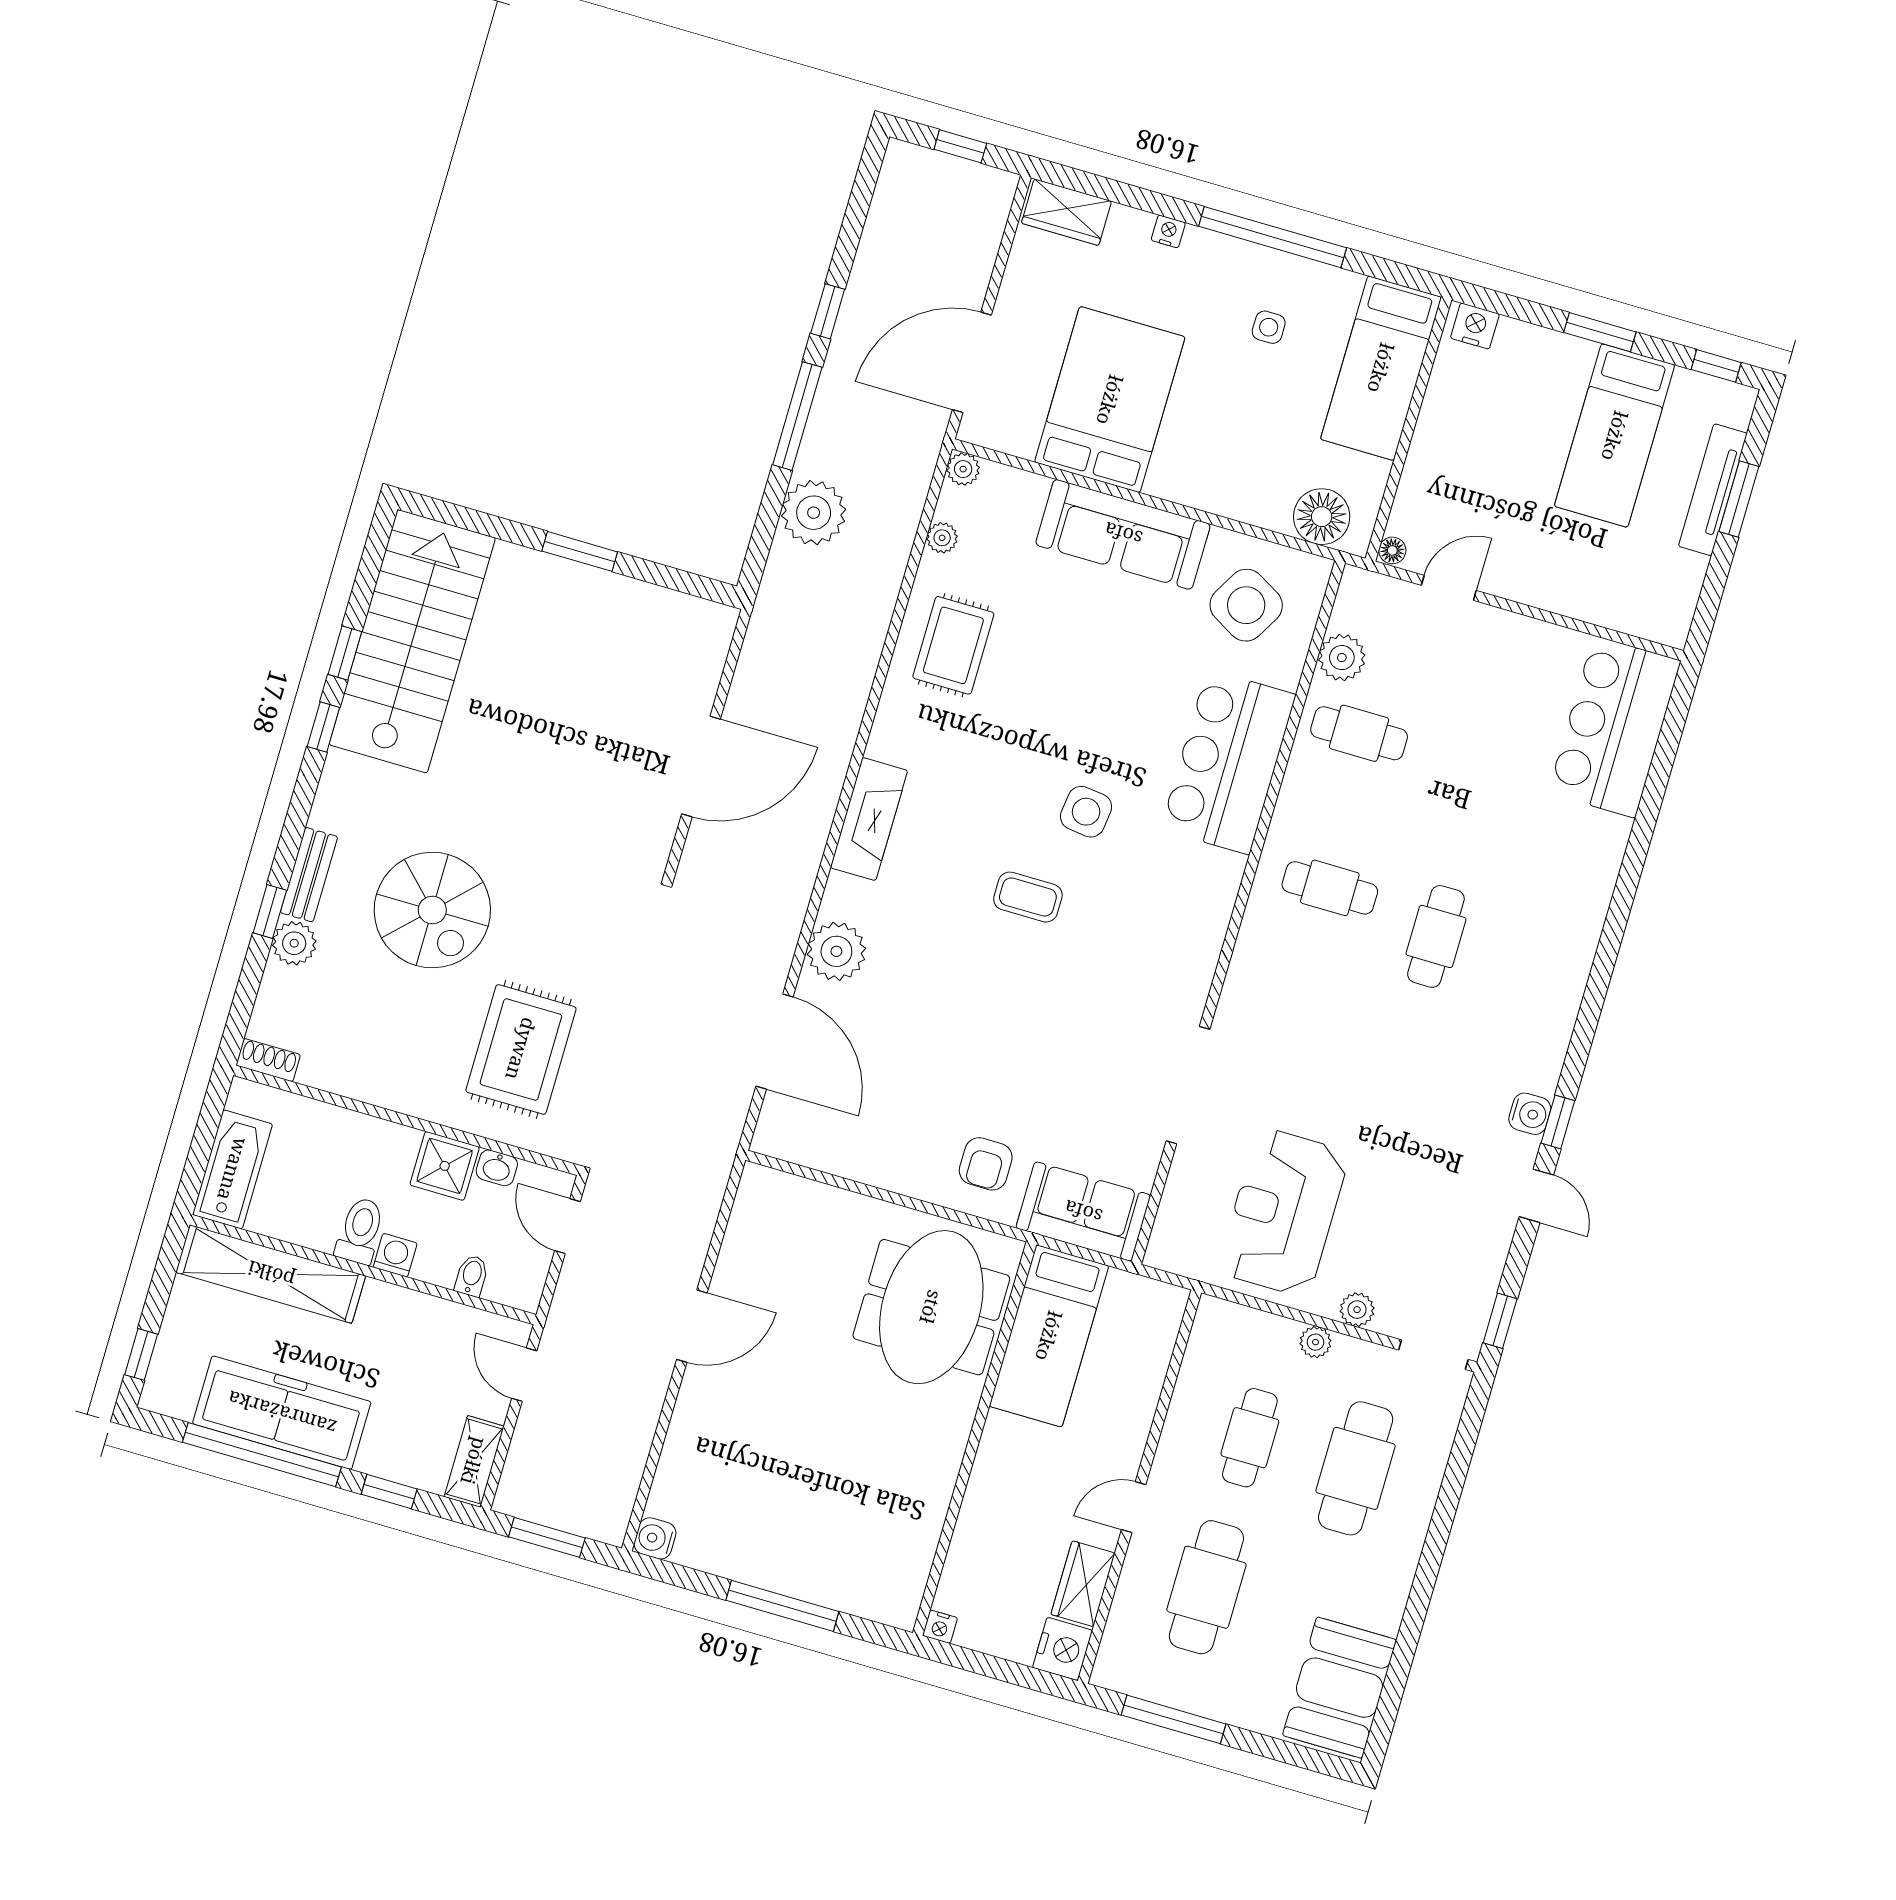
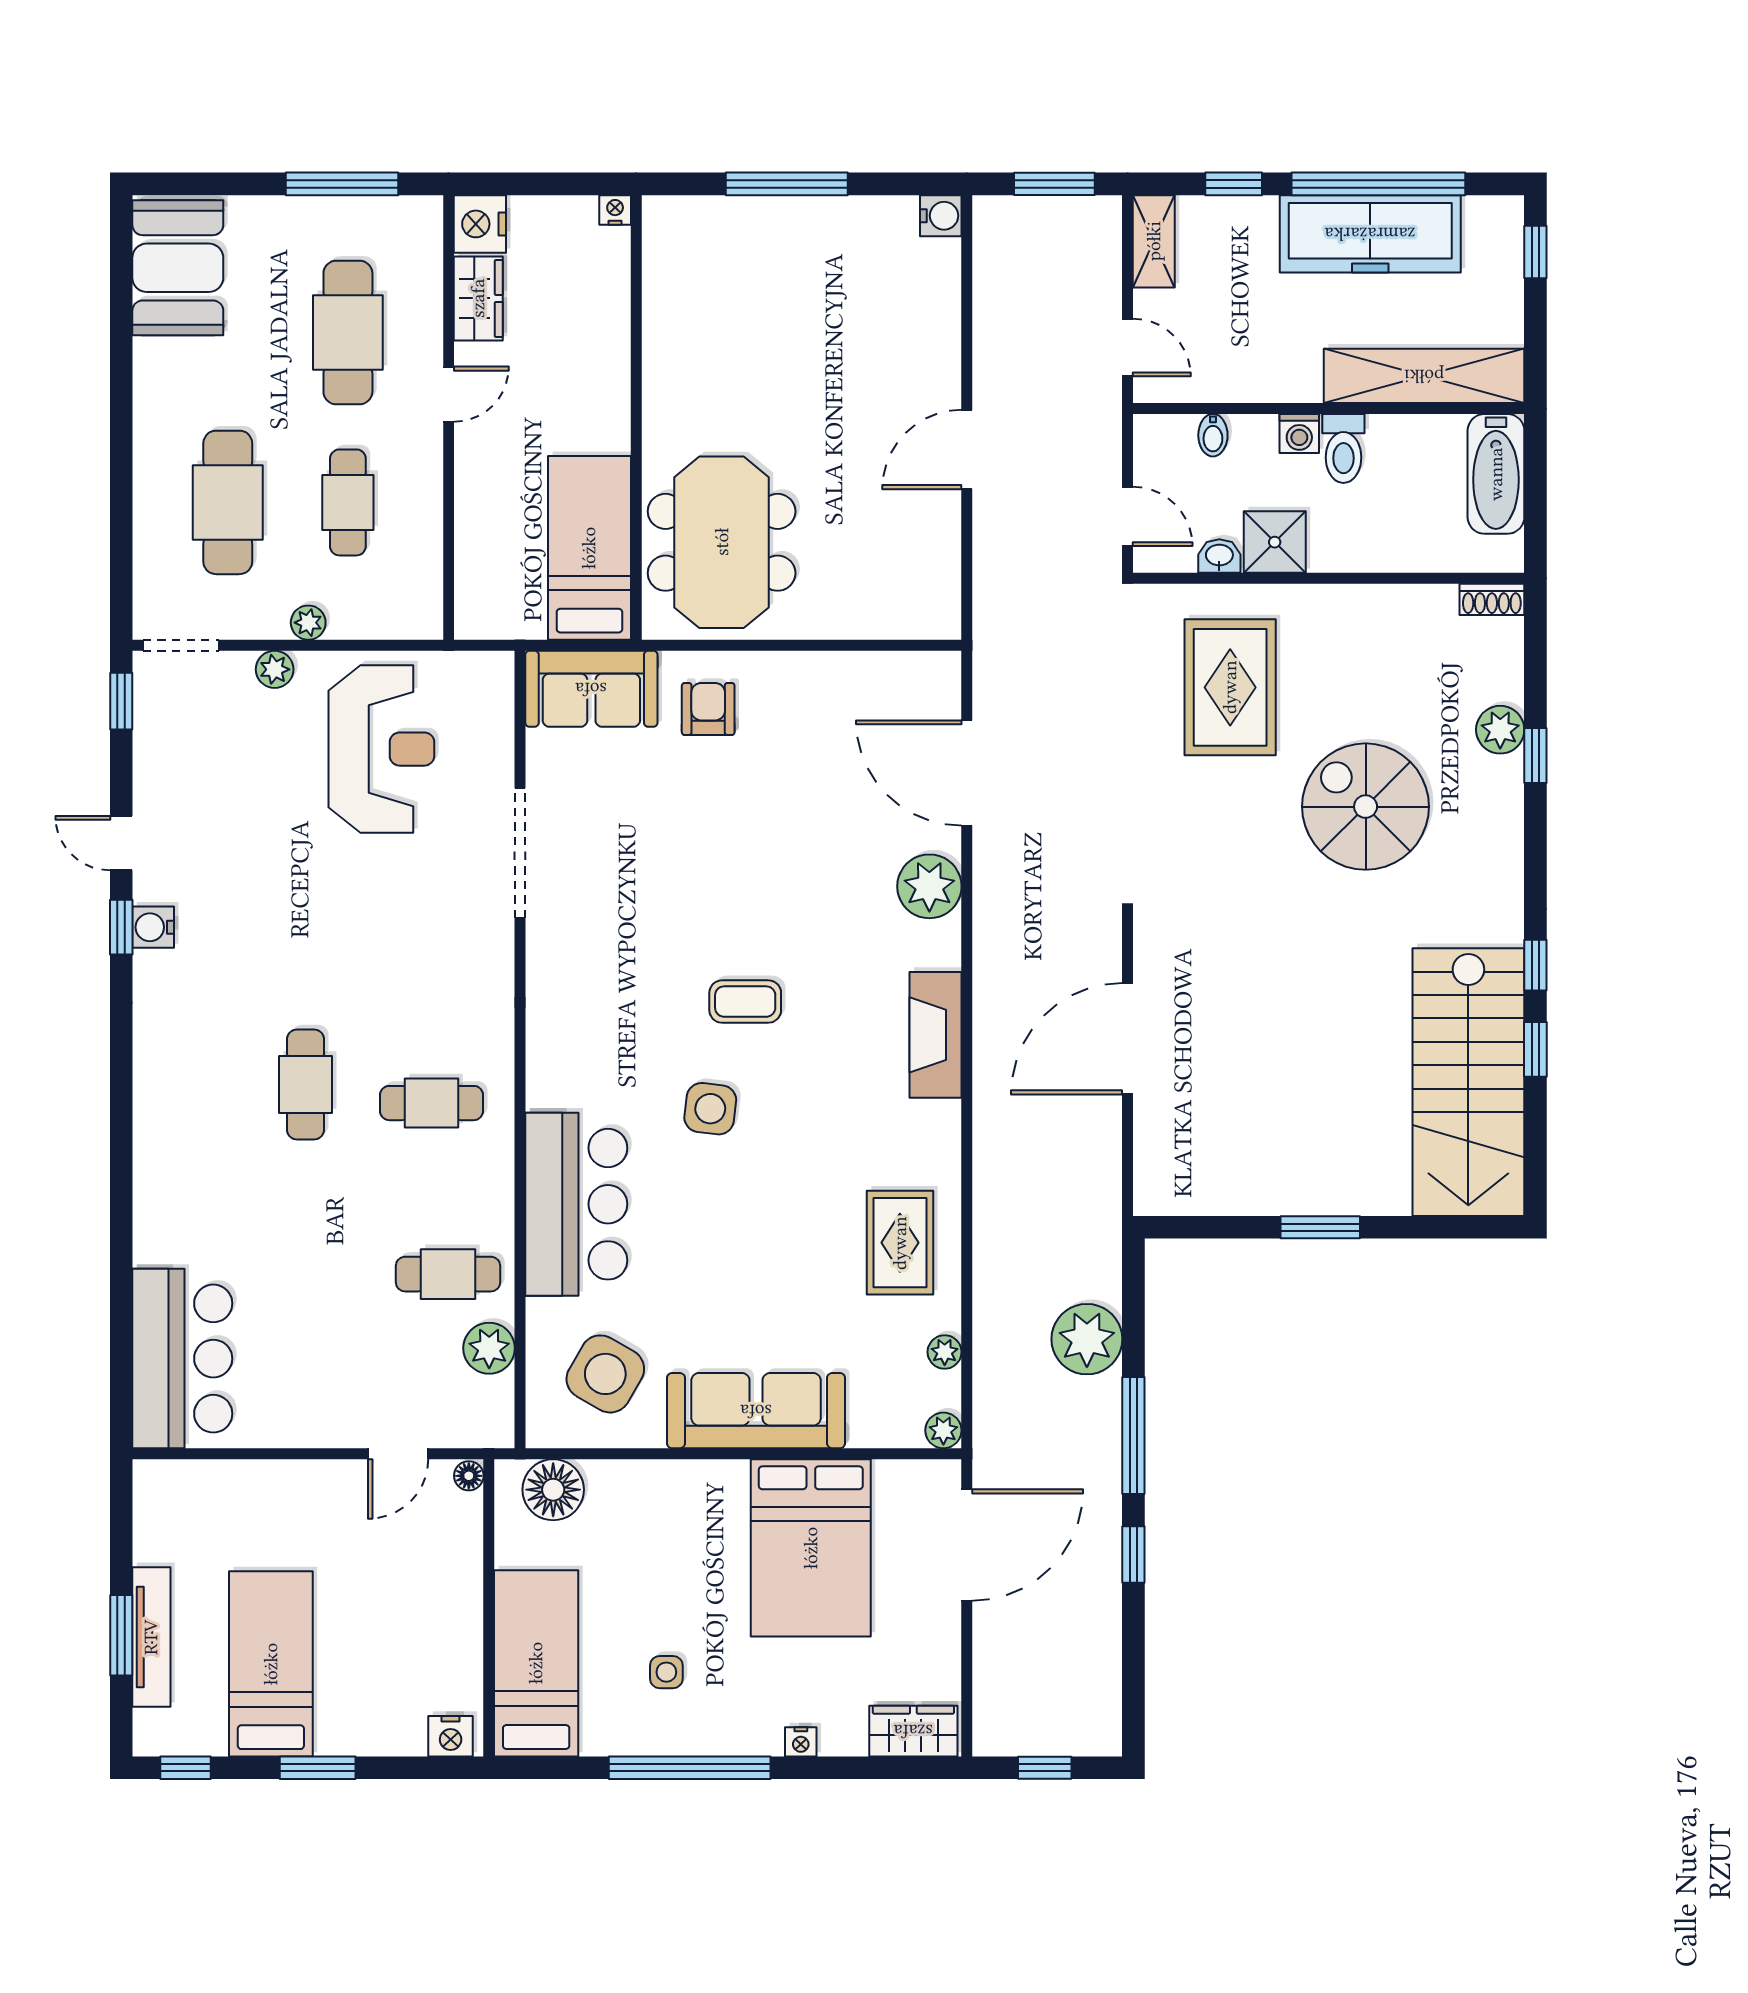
bench: (309, 875) -> (1506, 806), removed

